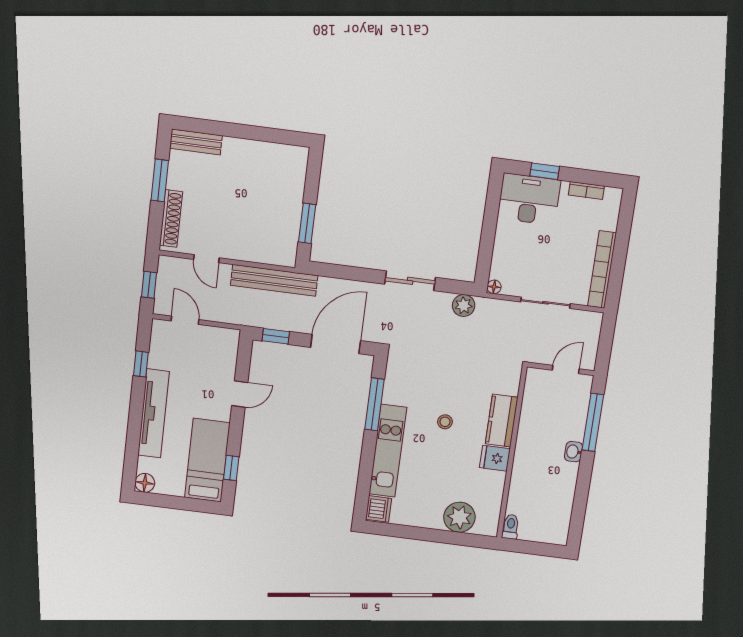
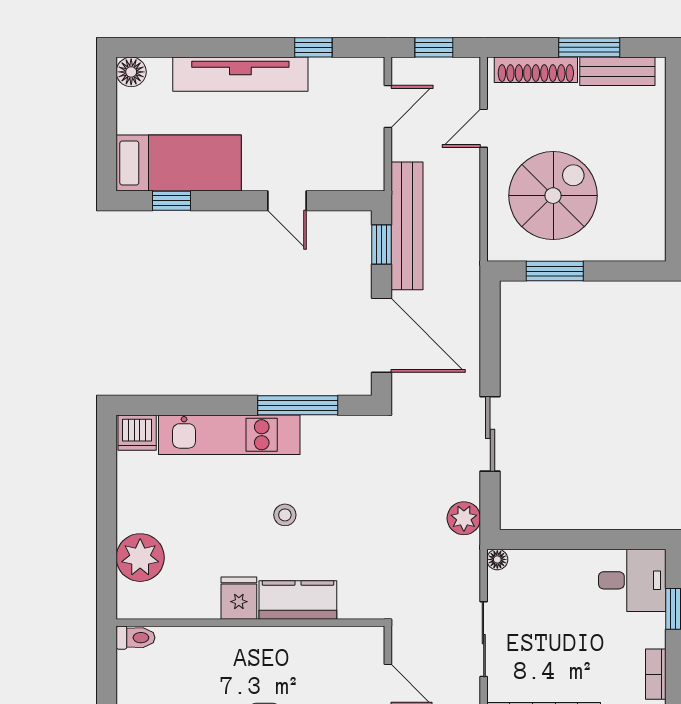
bench: (196, 142) -> (617, 71), moved, turned 90
desk: (529, 199) -> (632, 580), width x0.73
spiral stairs: (257, 218) -> (553, 196), added
bench: (274, 280) -> (407, 226), moved

